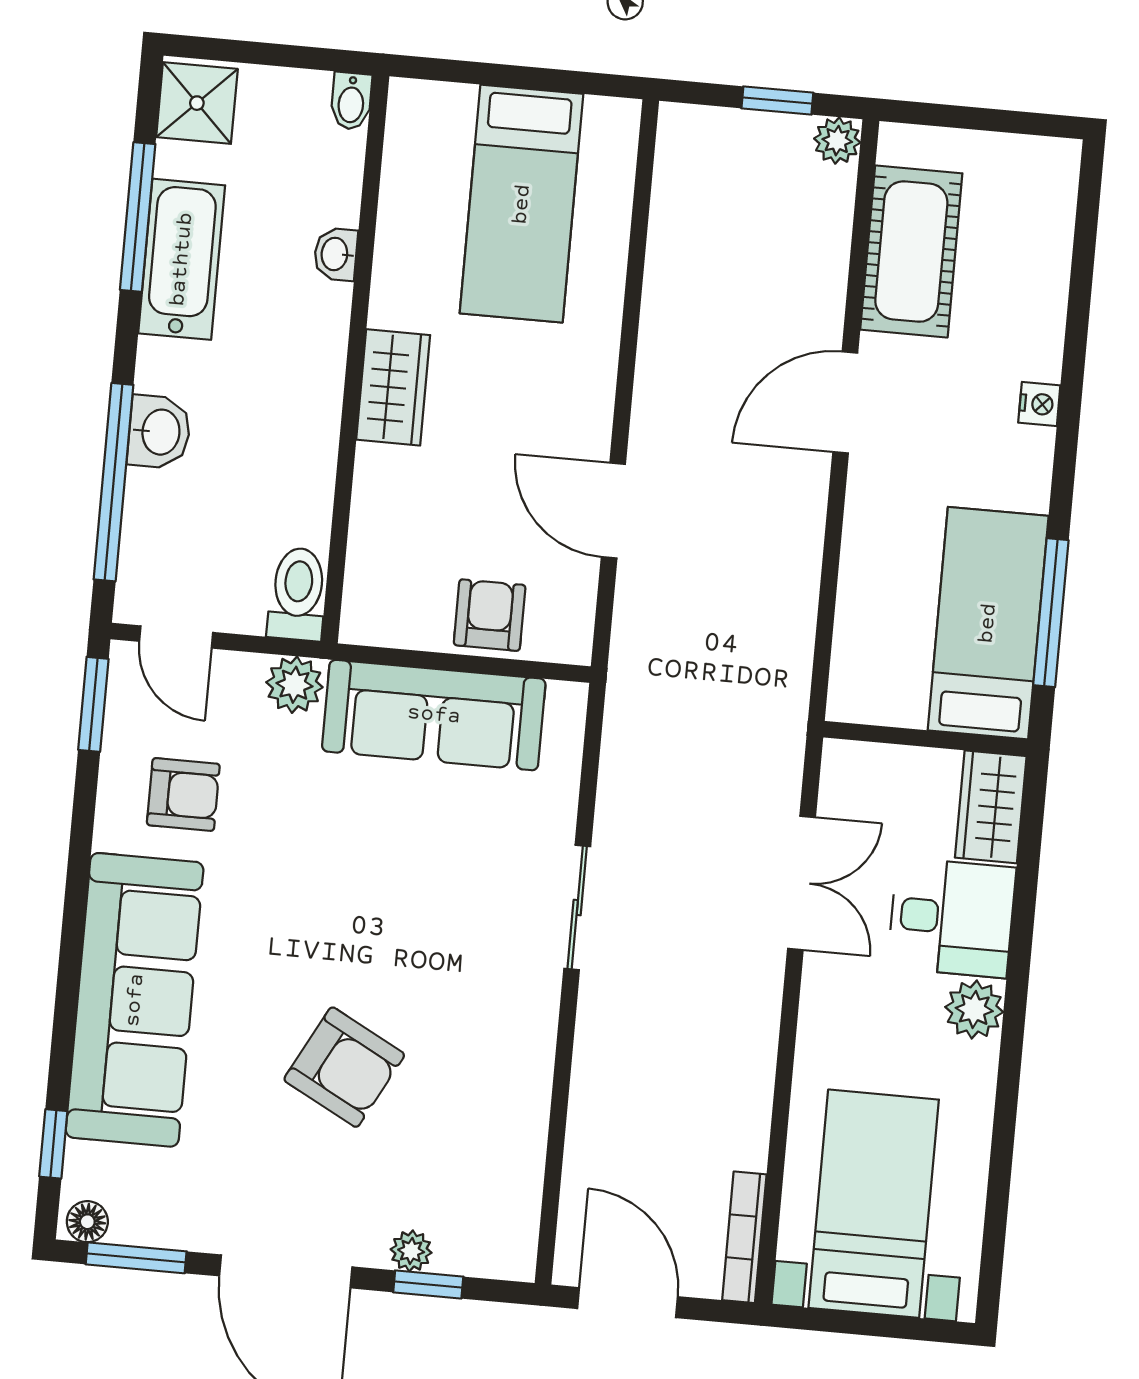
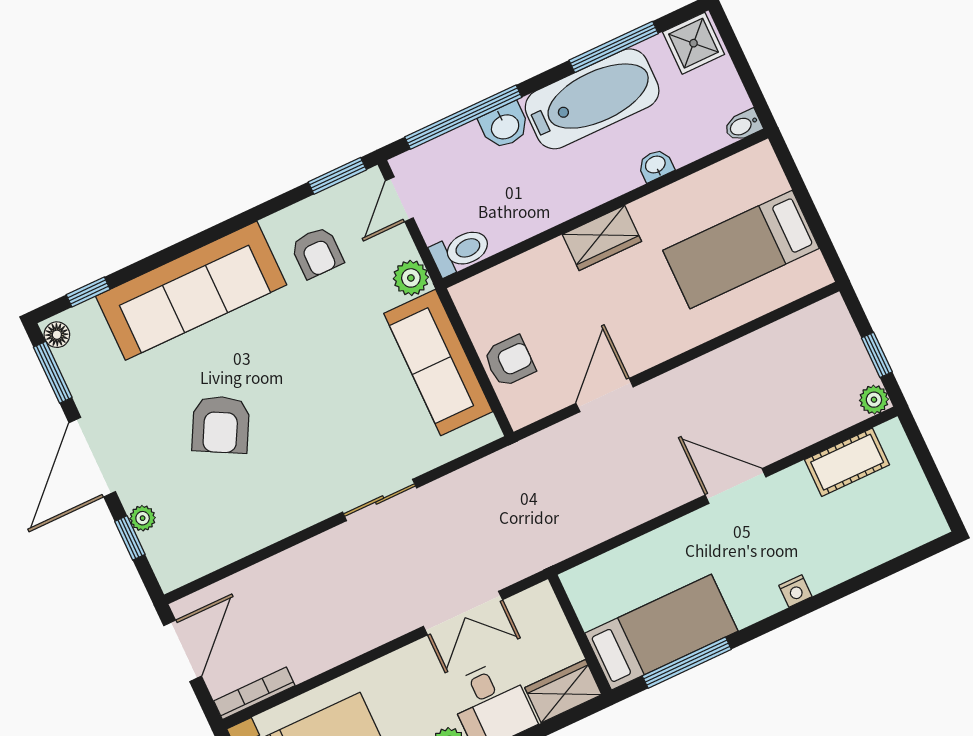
cot: (911, 252) -> (847, 462), width x0.73, depth x0.75
bathtub: (182, 259) -> (592, 99), width x1.36, depth x1.36

